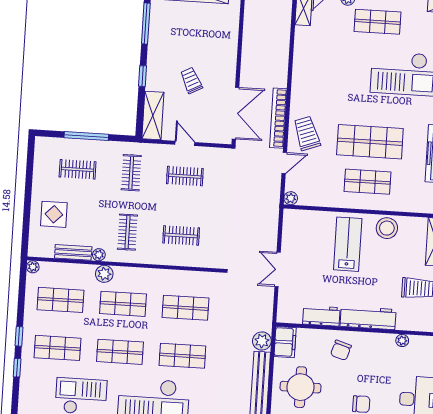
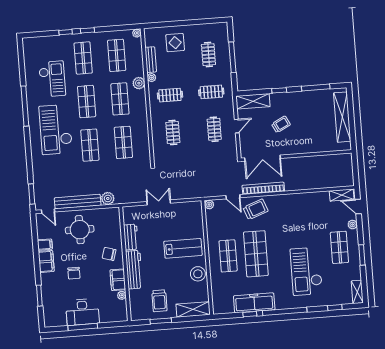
filing cabinet: (285, 342) -> (118, 280), moved, turned 90

